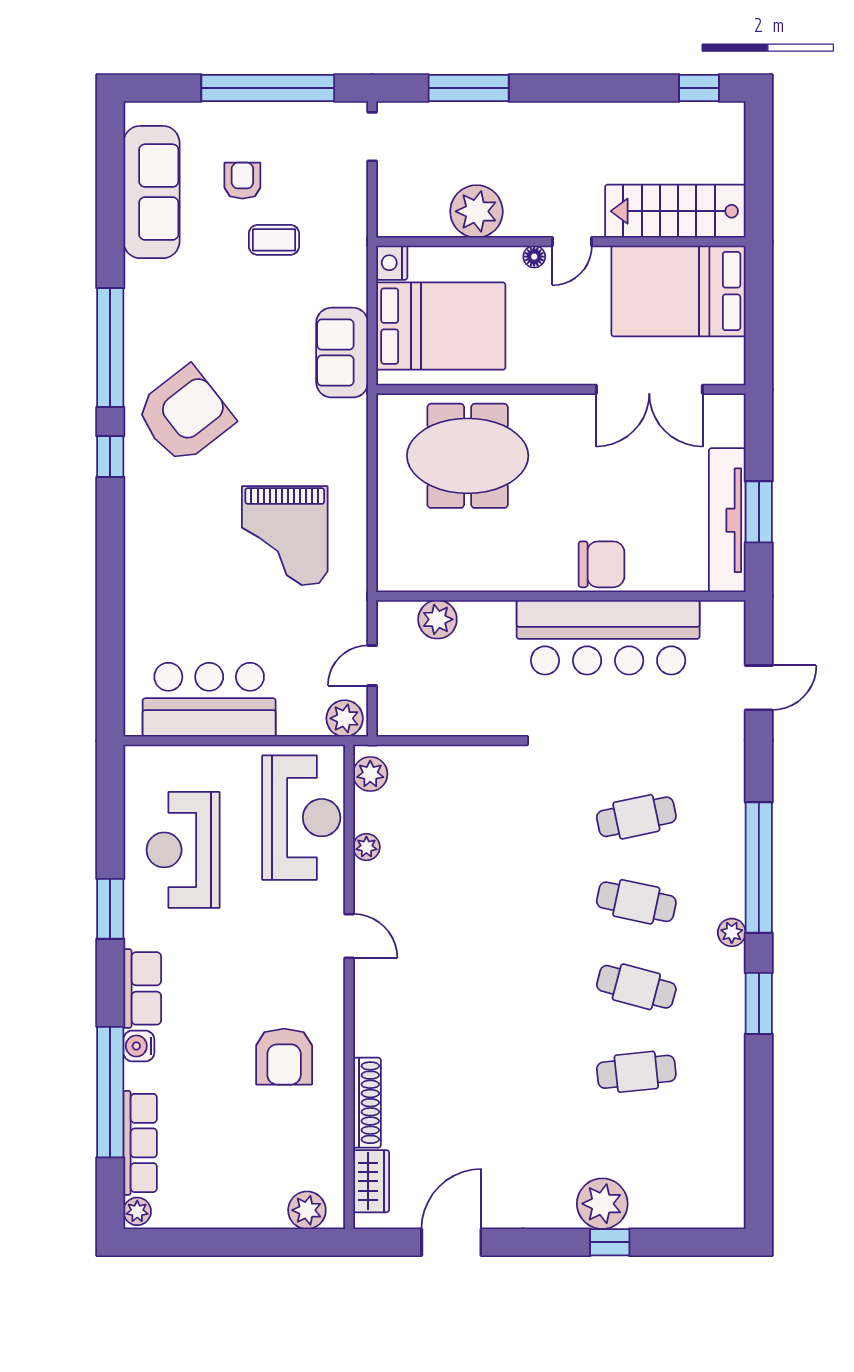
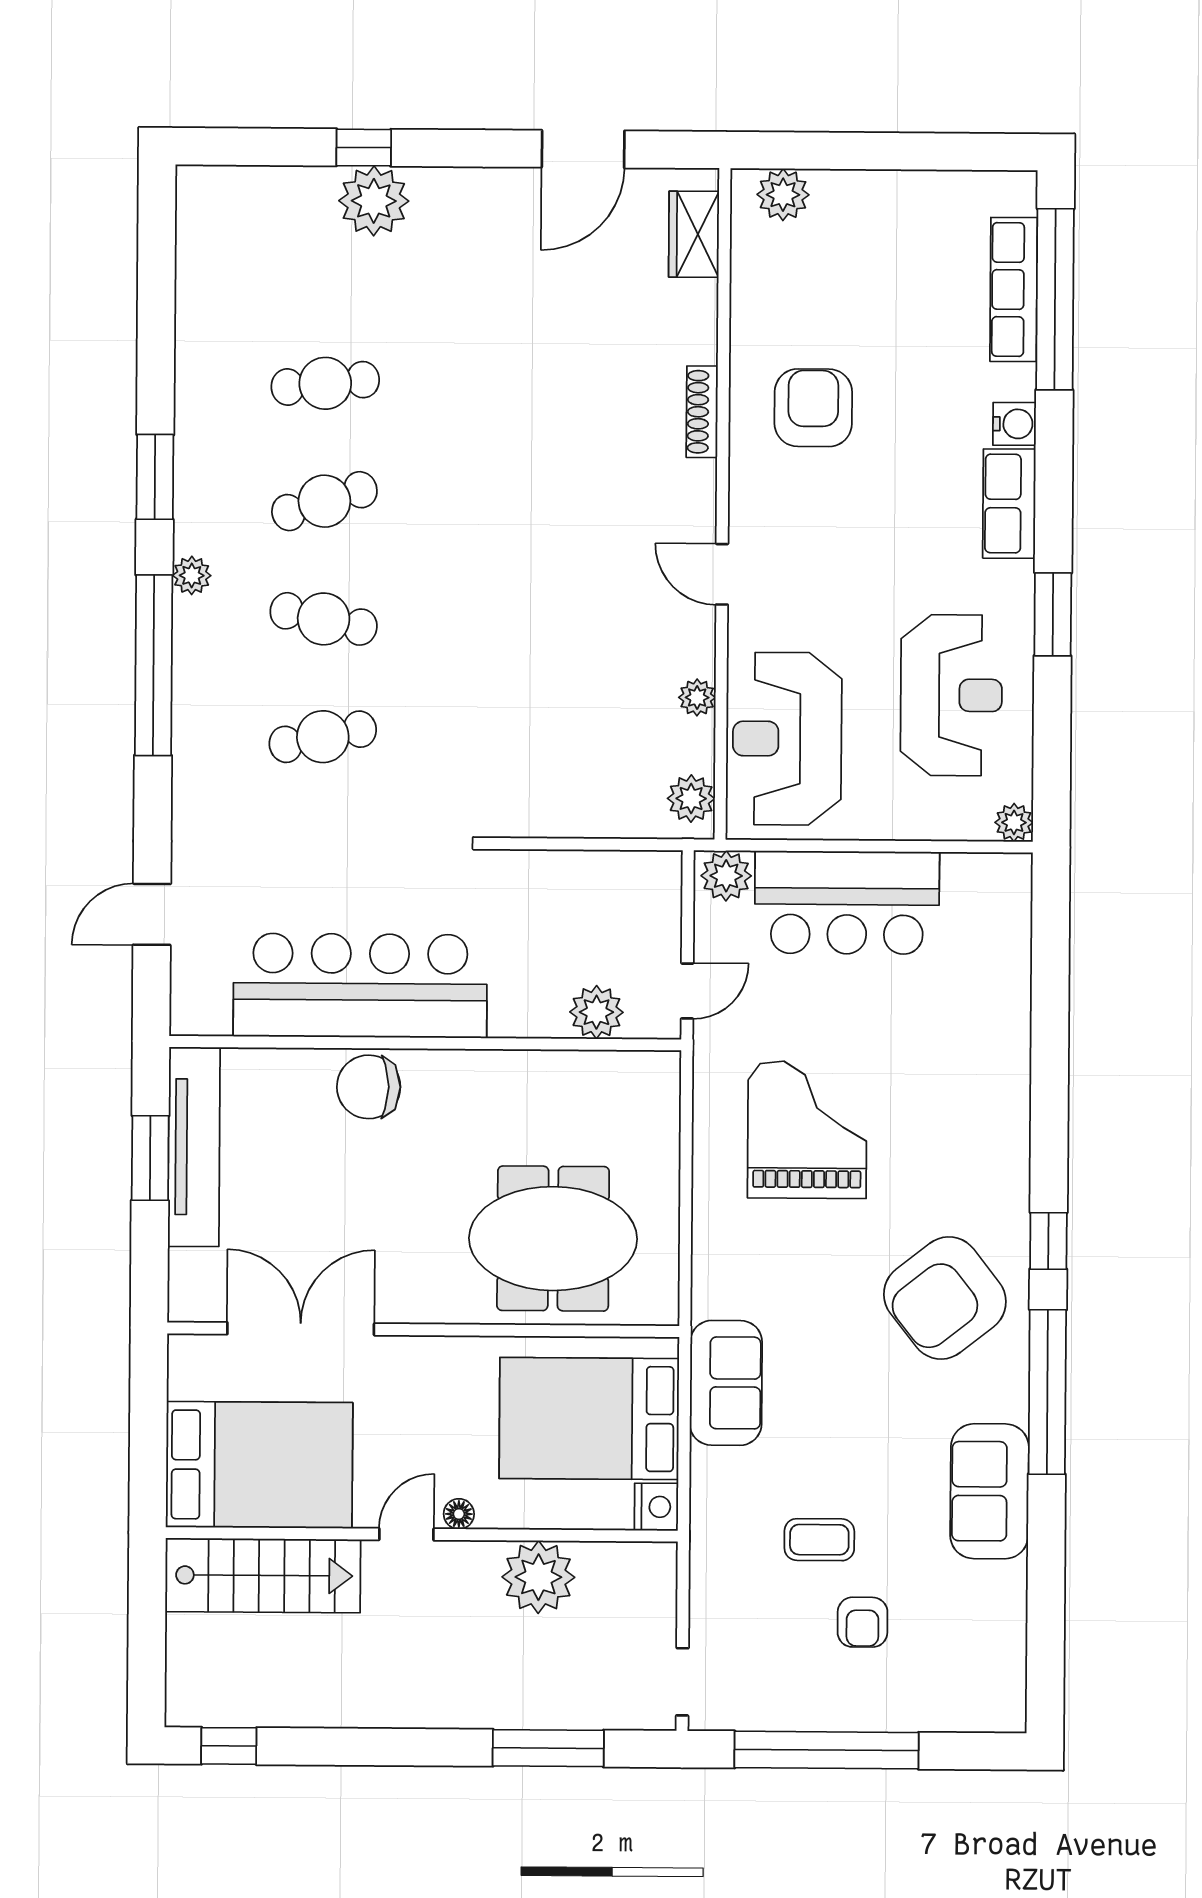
sofa: (151, 192) -> (990, 1491), moved, width x0.73
door: (372, 665) -> (687, 991), moved
bar counter: (209, 700) -> (847, 903), moved
cafe table: (636, 987) -> (324, 501), turned -33
window: (110, 1092) -> (1055, 299), moved
shoe rack: (367, 1103) -> (702, 412), moved, width x0.74, depth x0.81
plant: (137, 1211) -> (1014, 822), moved

